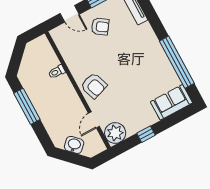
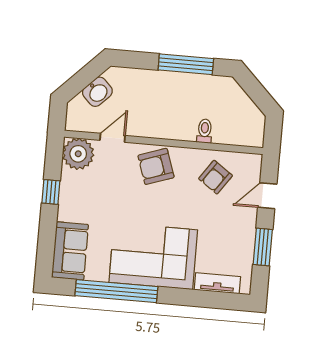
armchair: (100, 27) -> (215, 177), moved
corner sofa: (144, 55) -> (153, 256), added
door: (94, 120) -> (113, 138), hinge flipped

